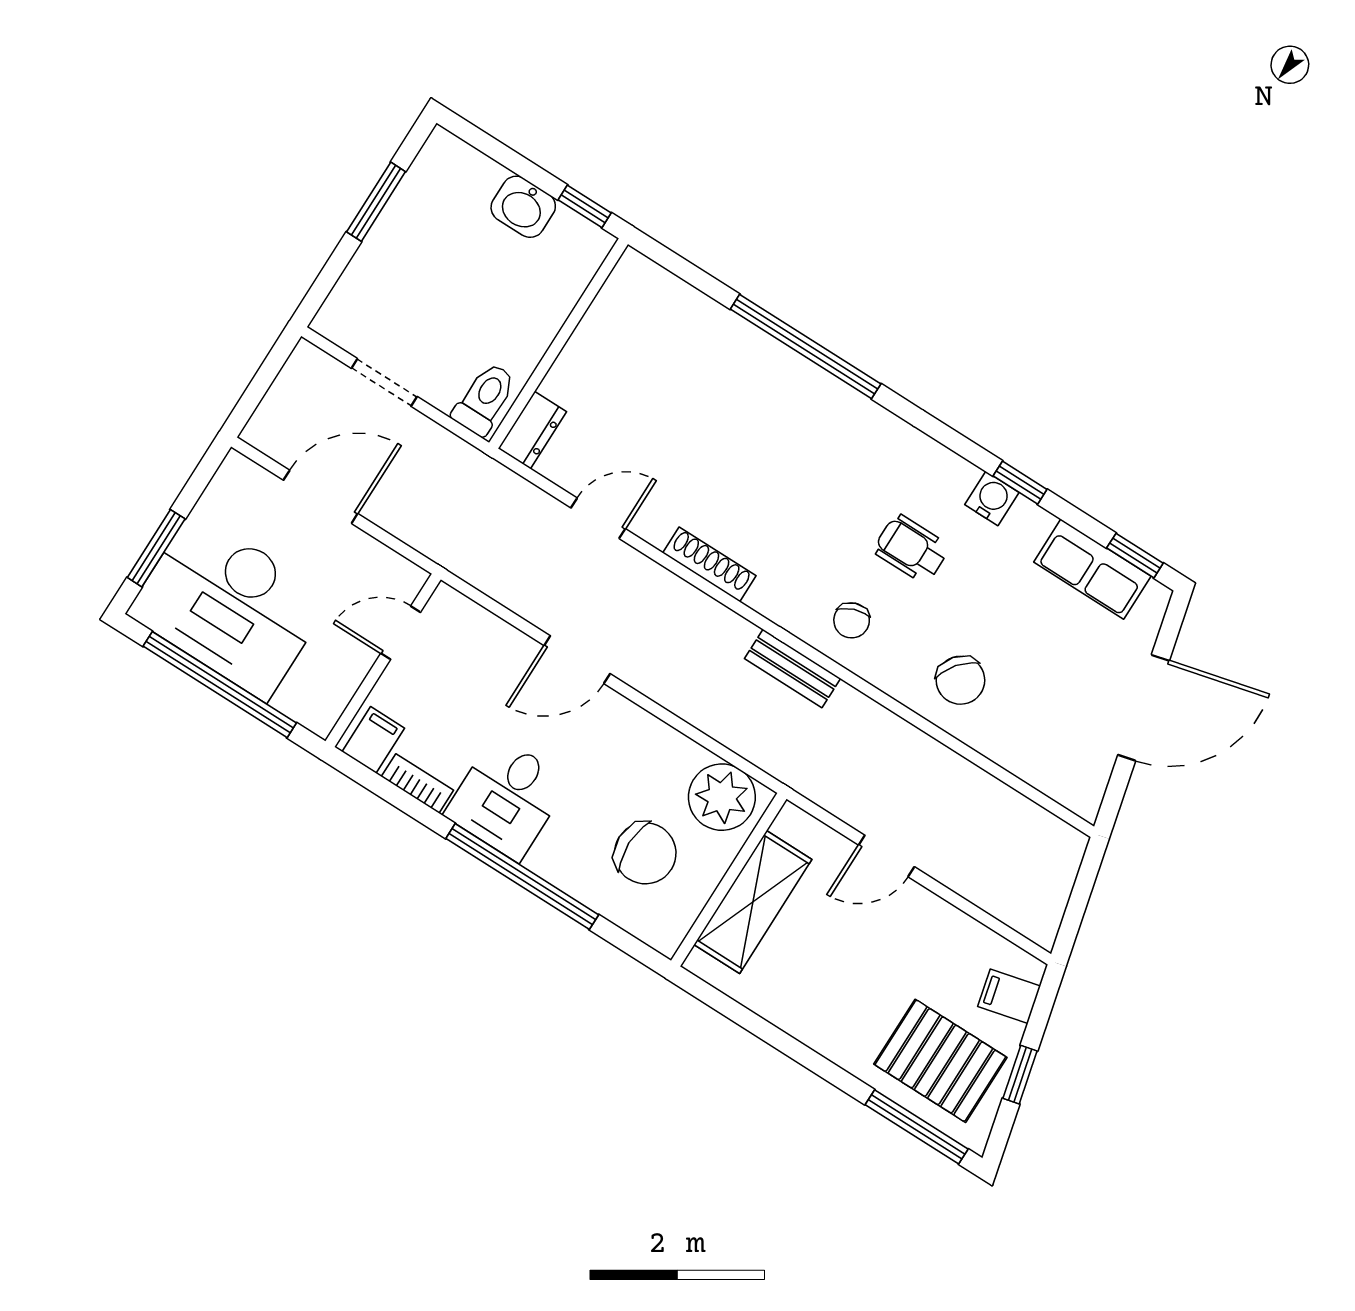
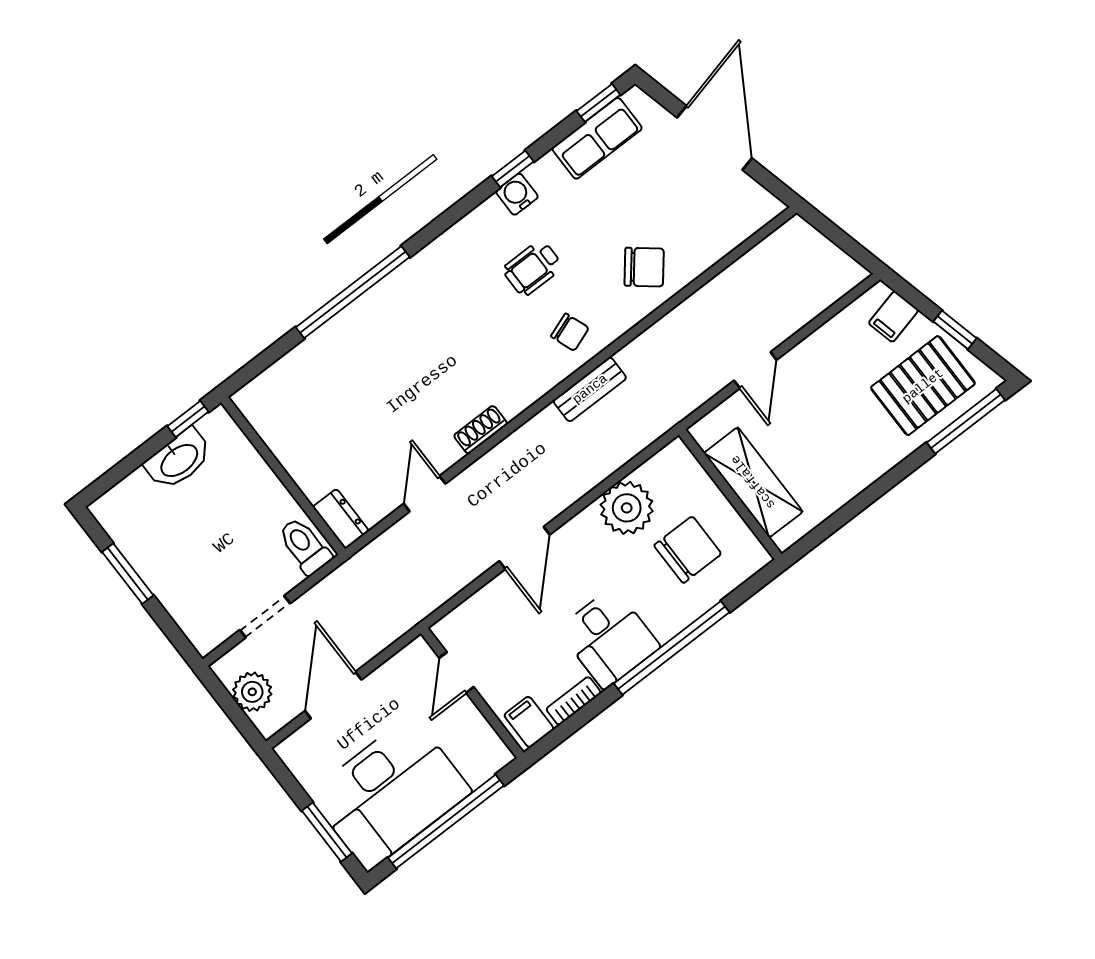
washbasin: (523, 207) -> (179, 460), width x1.38
plant: (290, 400) -> (252, 692), added
shoe rack: (709, 564) -> (481, 430), width x0.70
plant: (722, 797) -> (627, 508), moved

